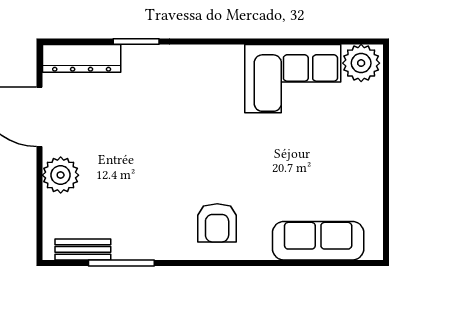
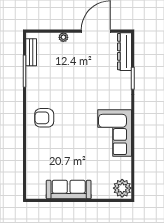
corner sofa: (293, 79) -> (115, 133), moved
plant: (61, 175) -> (63, 37), width x0.53, depth x0.53
sofa: (318, 241) -> (69, 190), moved, turned -90

